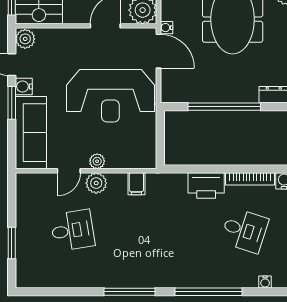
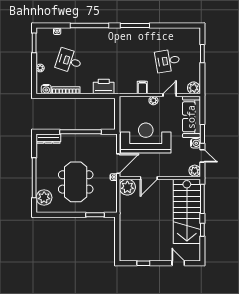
door: (158, 51) -> (118, 164), swing flipped
plant: (96, 183) -> (194, 88), moved
filing cabinet: (136, 184) -> (142, 88), moved
printer: (206, 185) -> (104, 87), moved

